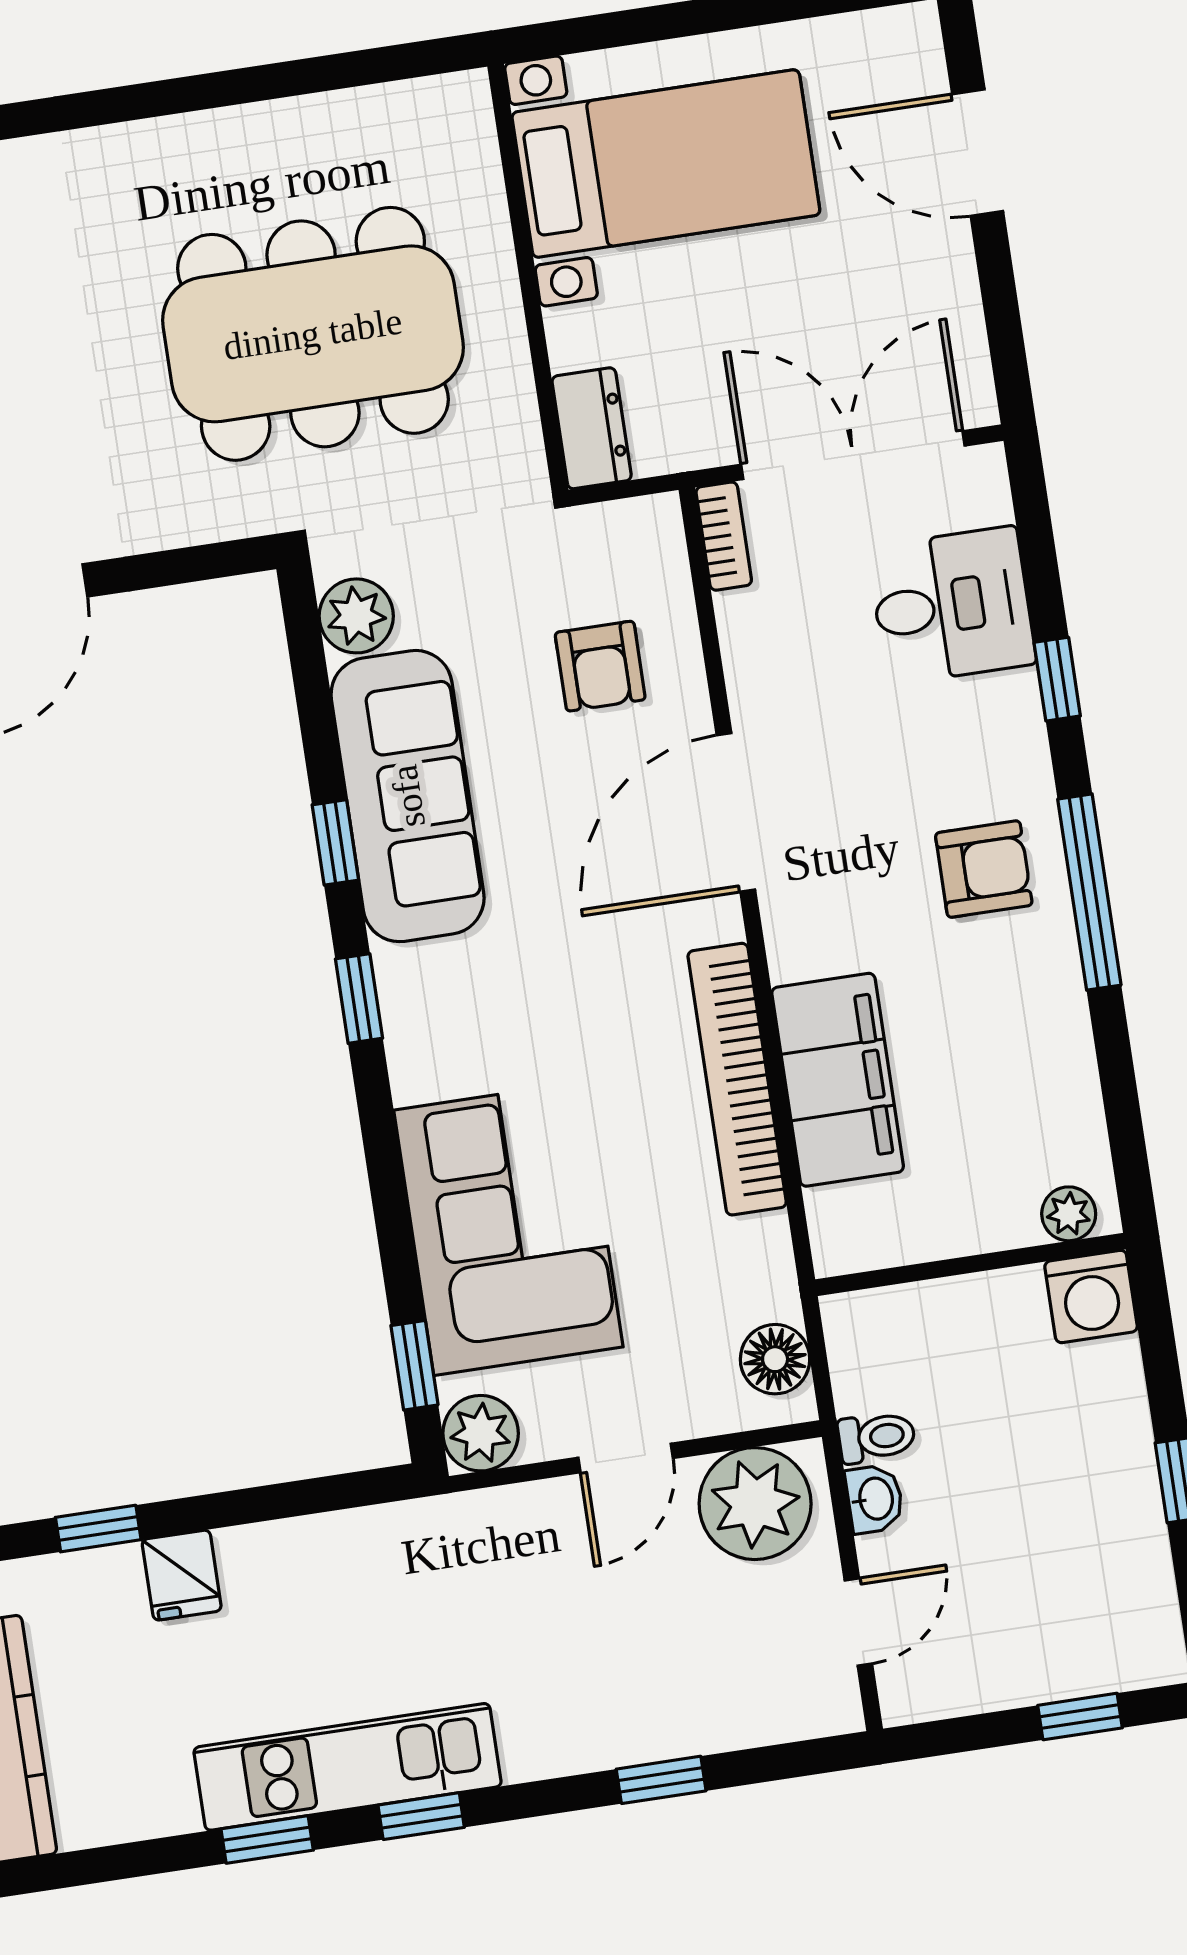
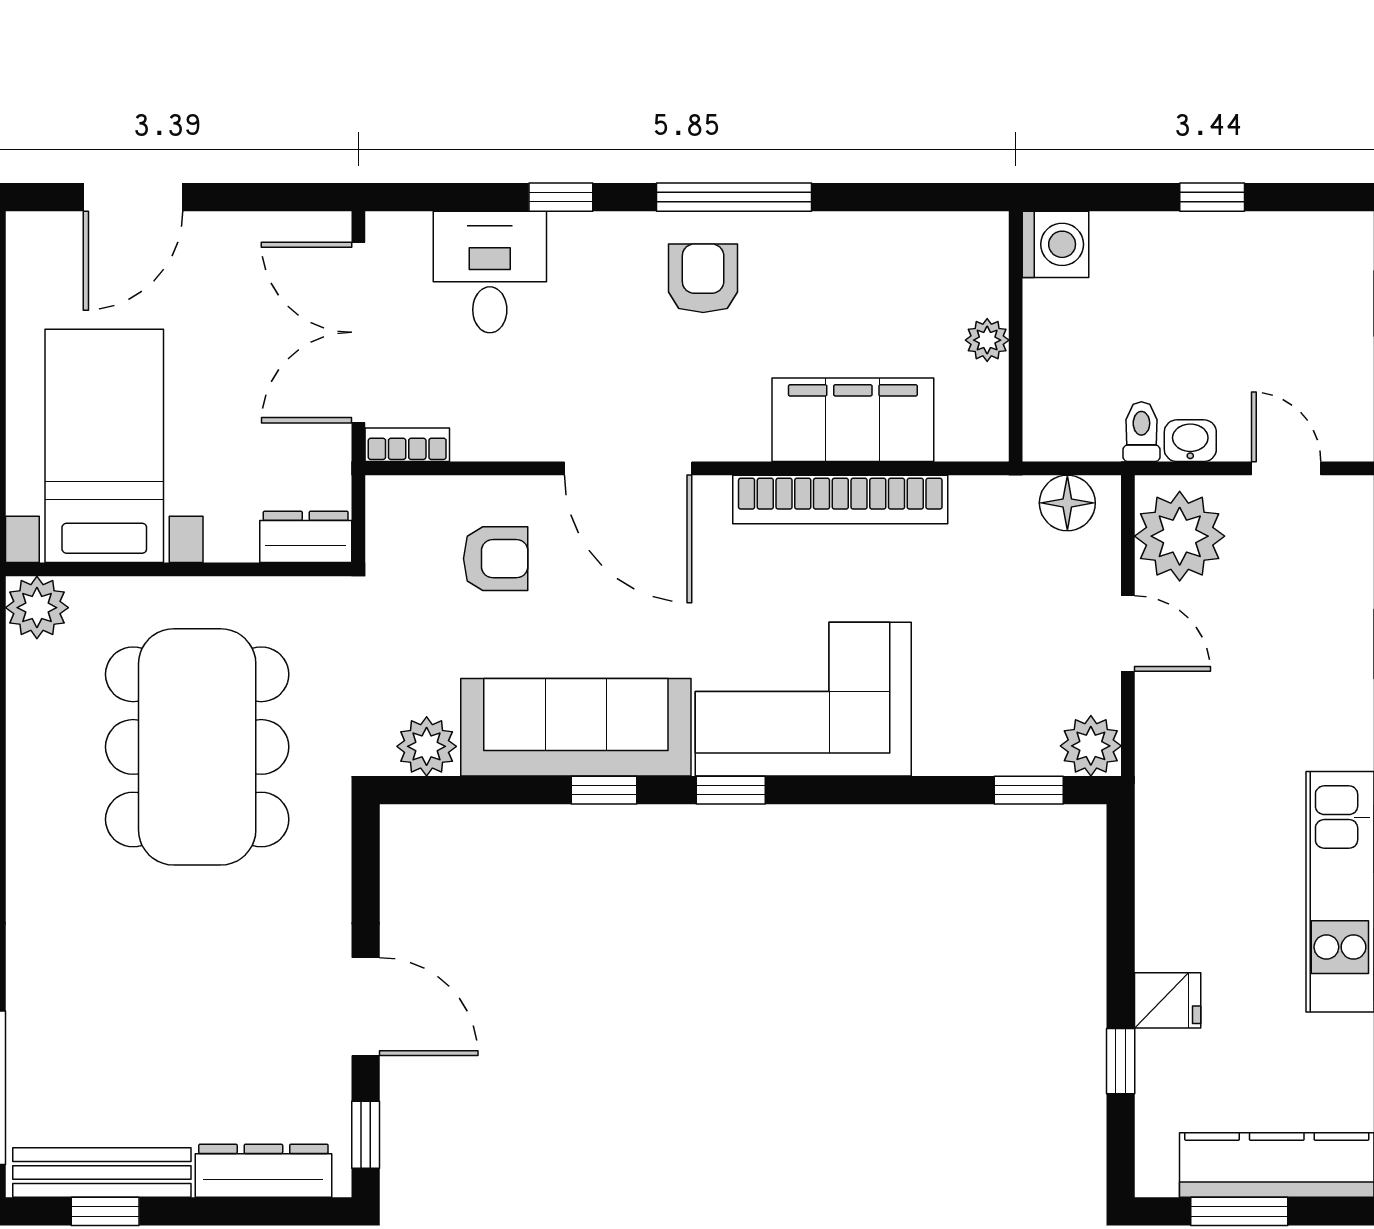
plant: (455, 111) -> (37, 608), added
plant: (1069, 1214) -> (987, 340), moved
corner sofa: (508, 1229) -> (803, 699), moved

